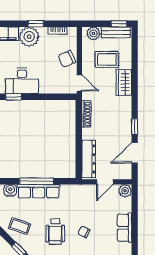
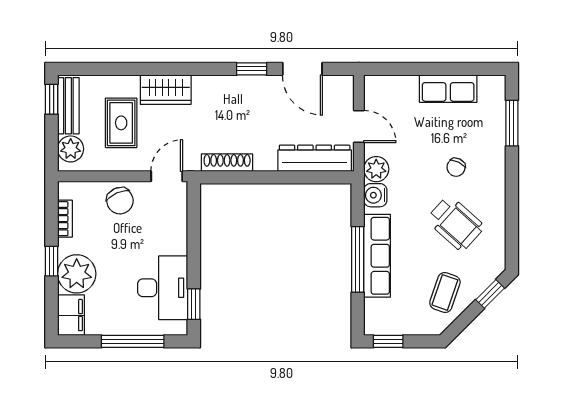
water cooler: (10, 190) -> (375, 195), moved
plant: (125, 191) -> (376, 169), moved
wheelchair: (55, 231) -> (455, 223), turned 42

